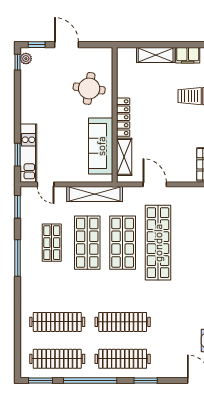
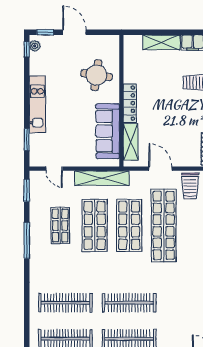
kitchen unit: (28, 153) -> (37, 104), moved
trolley: (185, 202) -> (190, 186), added

